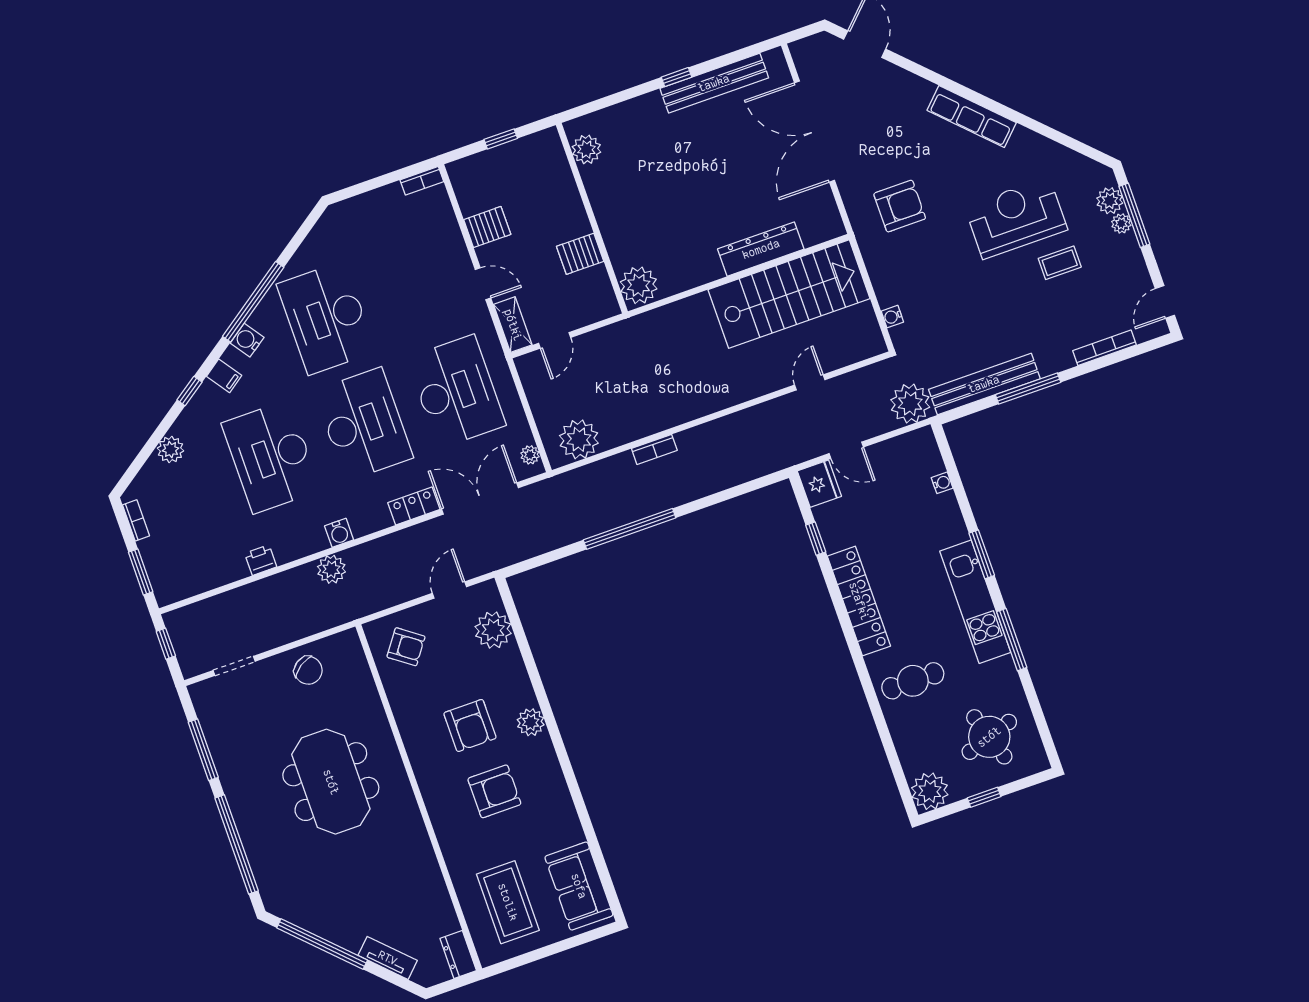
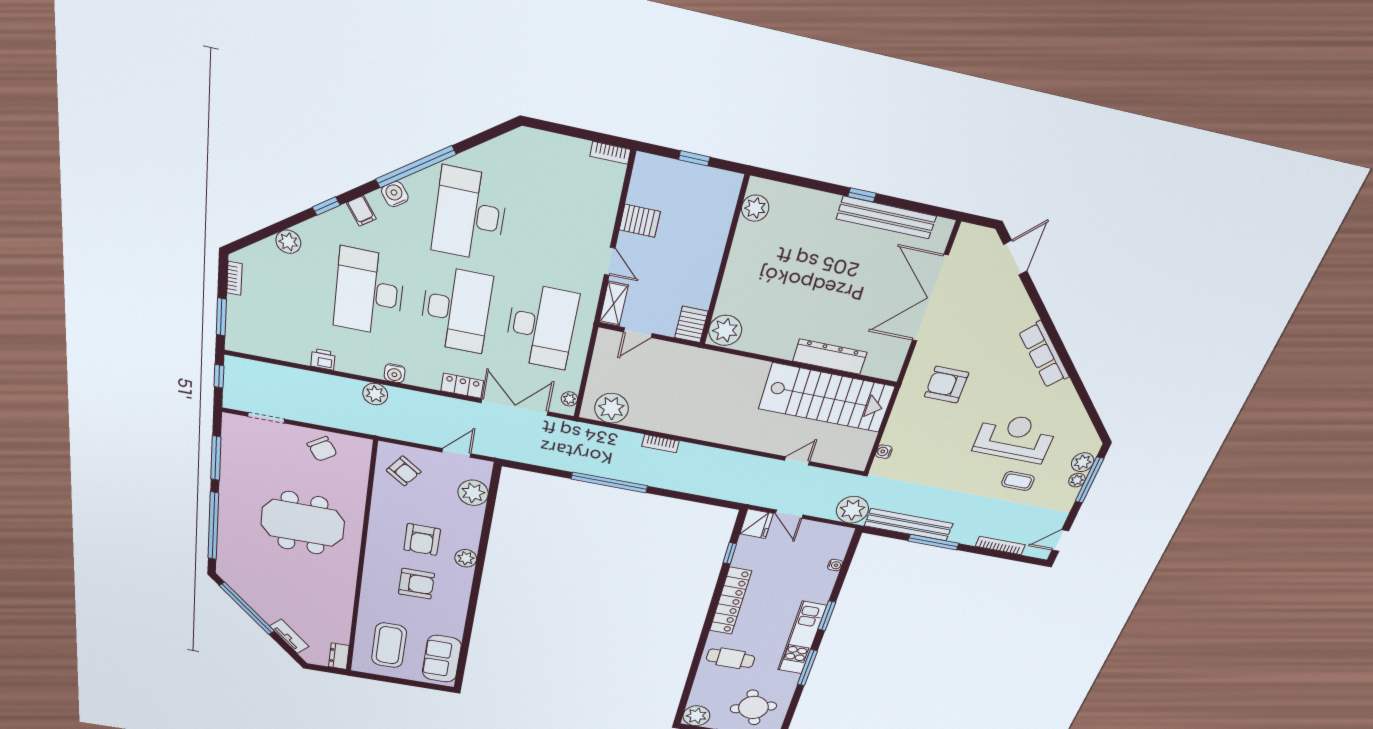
armchair: (900, 206) -> (947, 385), turned 180
server rack: (580, 254) -> (691, 324), moved, turned 90
meeting table: (331, 782) -> (303, 523), turned 90

